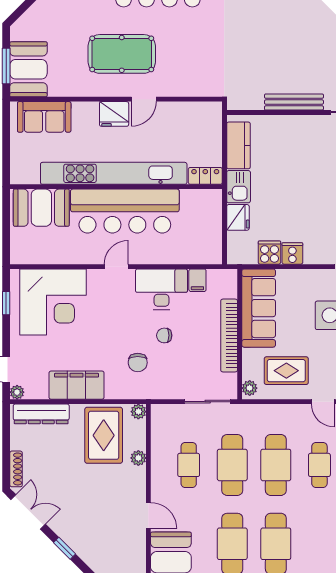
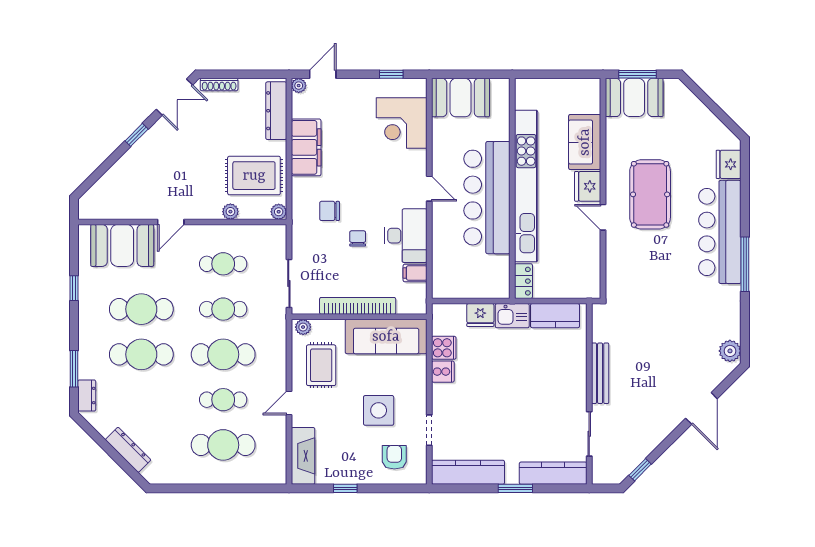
sofa: (44, 117) -> (585, 142), moved
booth: (41, 208) -> (460, 98), moved, turned 90
corner desk: (53, 302) -> (402, 123), width x0.74, depth x0.74
cafe table: (232, 465) -> (223, 309), width x0.73, depth x0.74

